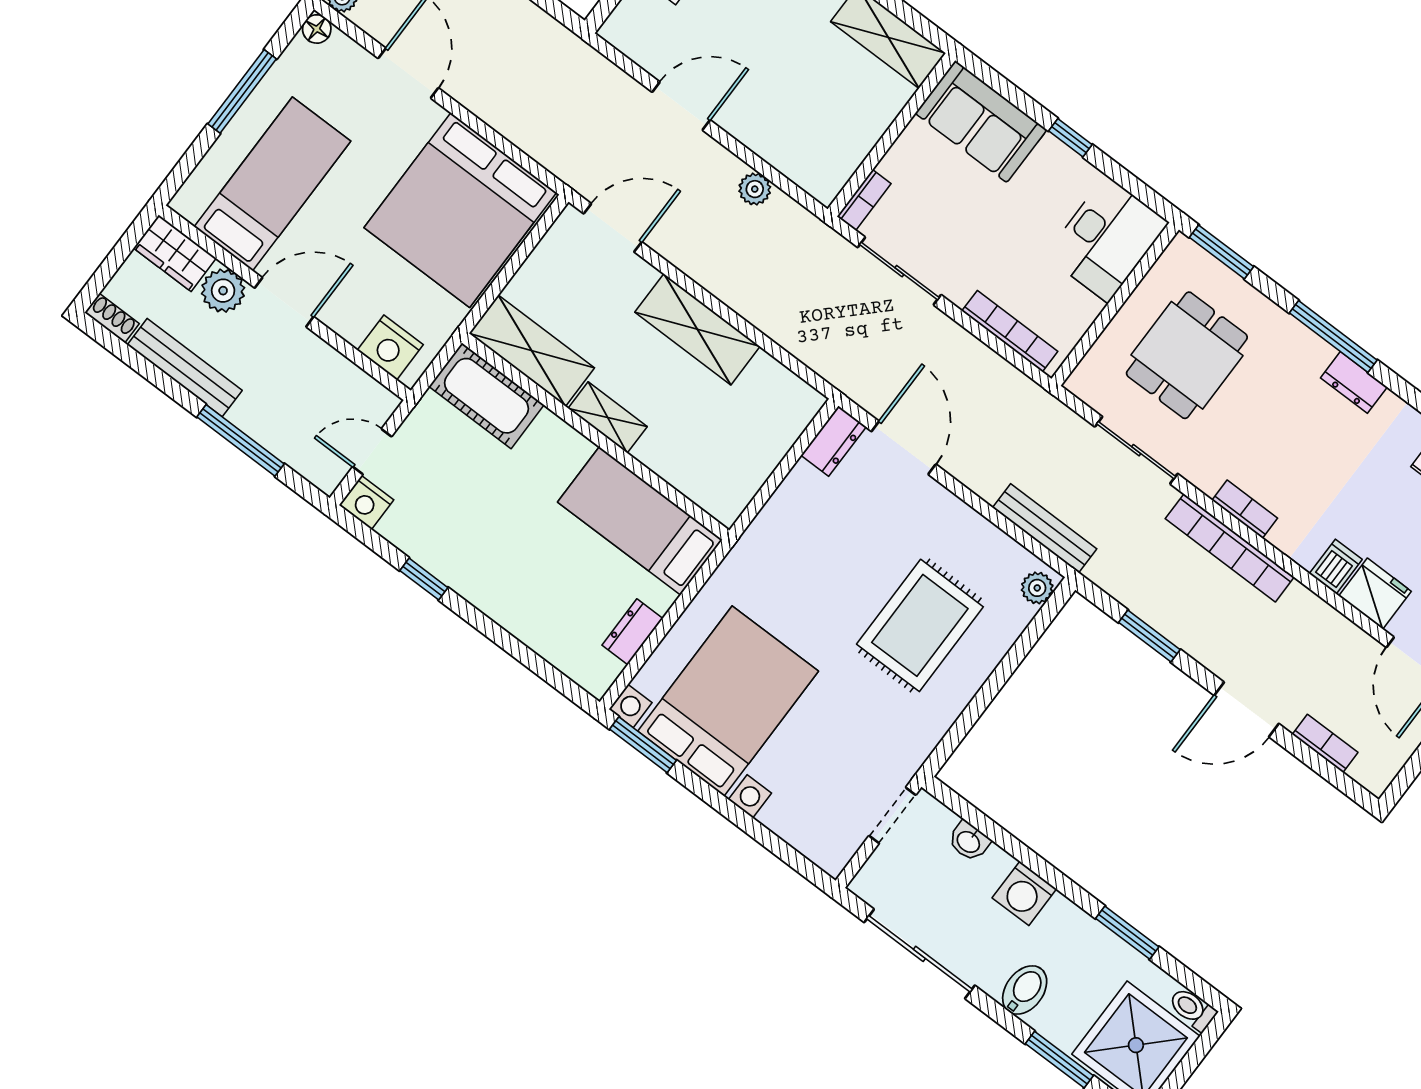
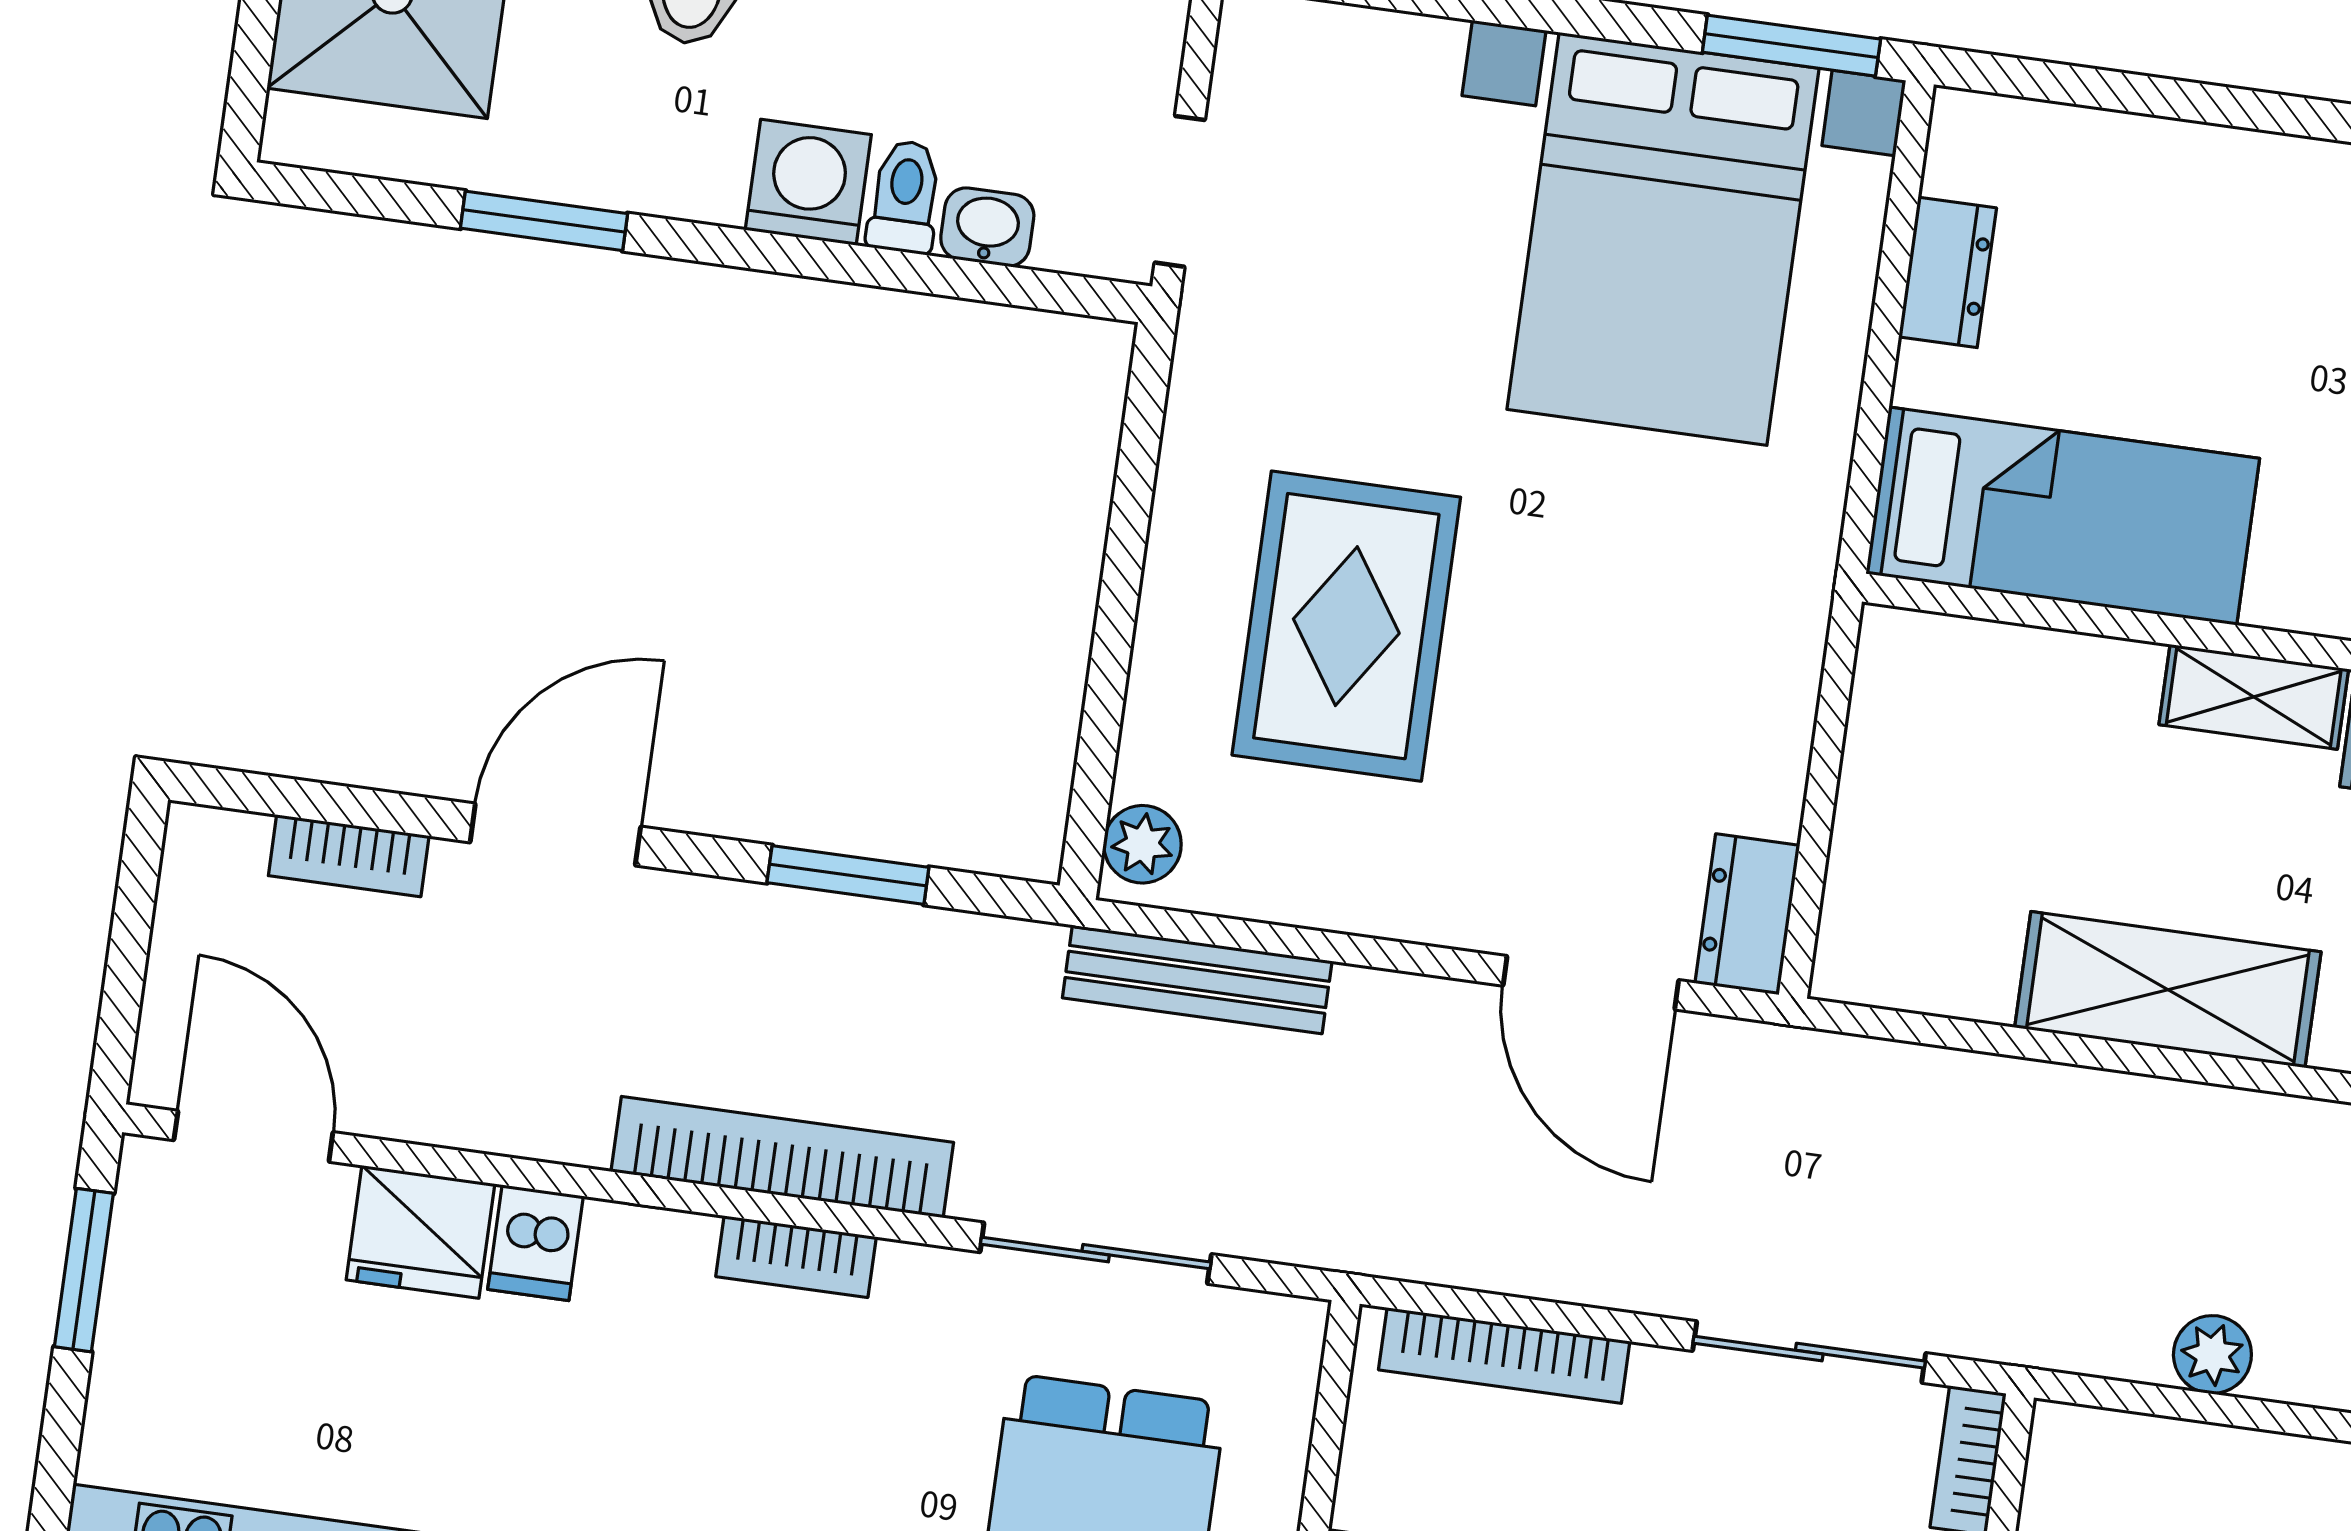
toilet: (1192, 1009) -> (905, 197), moved, turned -90

